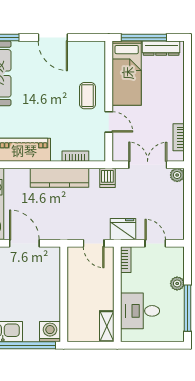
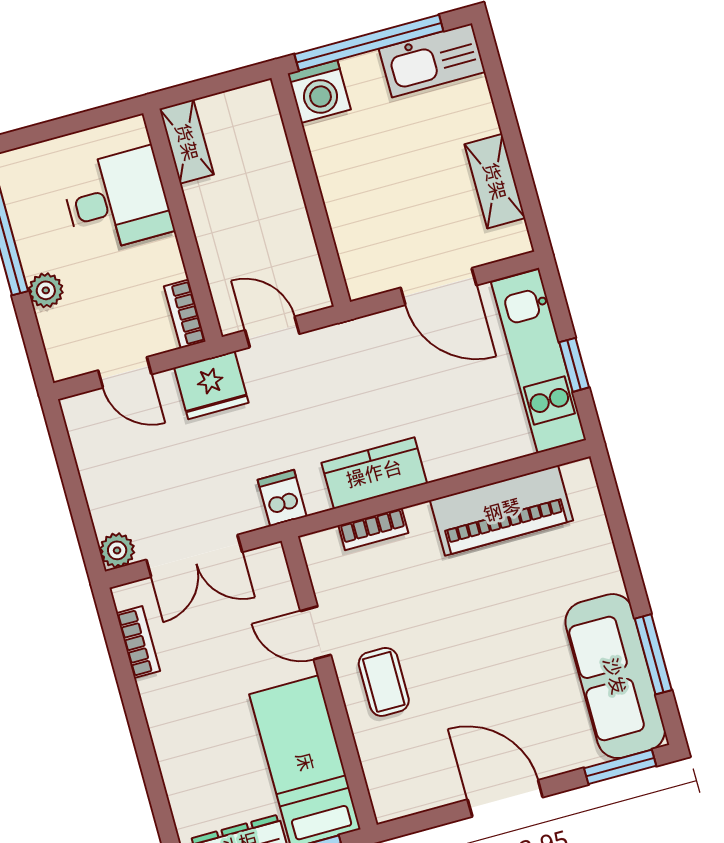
kitchen counter: (59, 178) -> (374, 473), width x0.67

